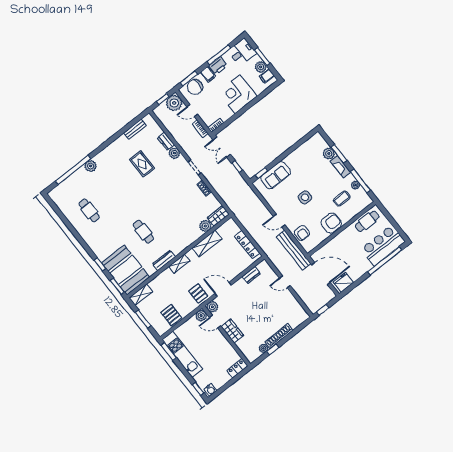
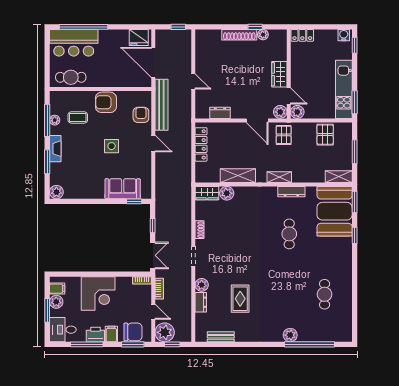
plant: (329, 153) -> (56, 192), moved

